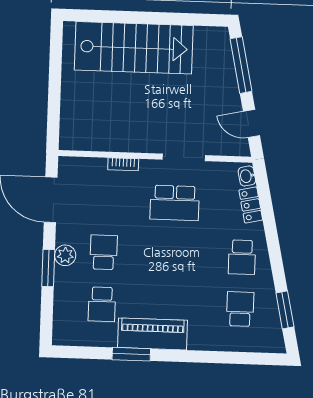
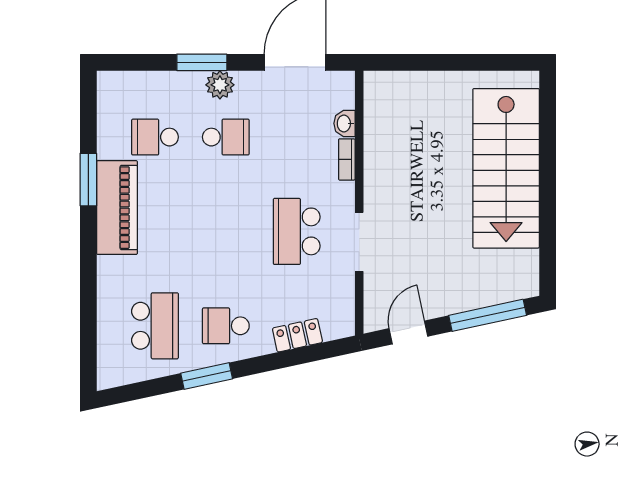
washbasin: (247, 176) -> (344, 123), moved, turned -78
school desk: (240, 309) -> (155, 326), width x1.85
window: (285, 310) -> (207, 376), moved

